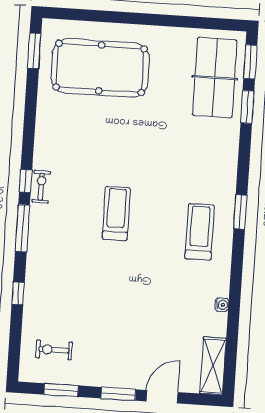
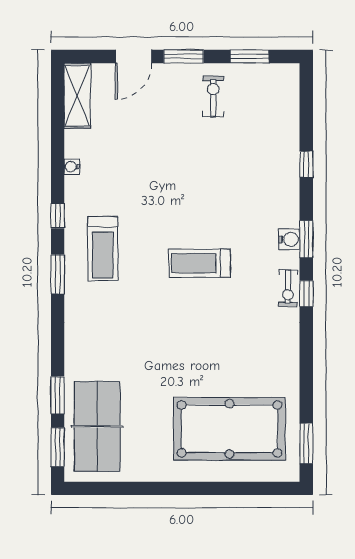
treadmill: (116, 213) -> (200, 263), turned 90
window: (22, 228) -> (306, 239), width x0.69
water cooler: (37, 229) -> (289, 239), added
window: (237, 263) -> (58, 216), added
exercise bike: (54, 350) -> (213, 96), moved, turned -90

